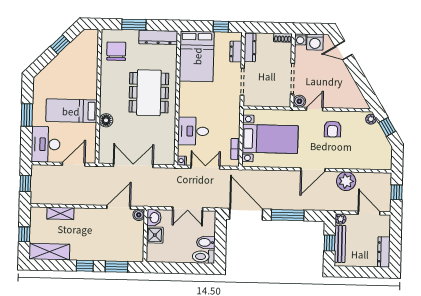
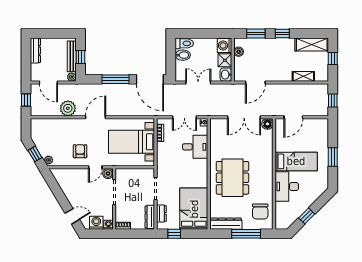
window: (134, 25) -> (246, 234), width x1.44
floor lamp: (106, 120) -> (267, 124), moved
desk: (46, 144) -> (287, 187), moved, turned 180
boiler: (139, 215) -> (239, 52), moved
washing machine: (155, 253) -> (224, 45), added

